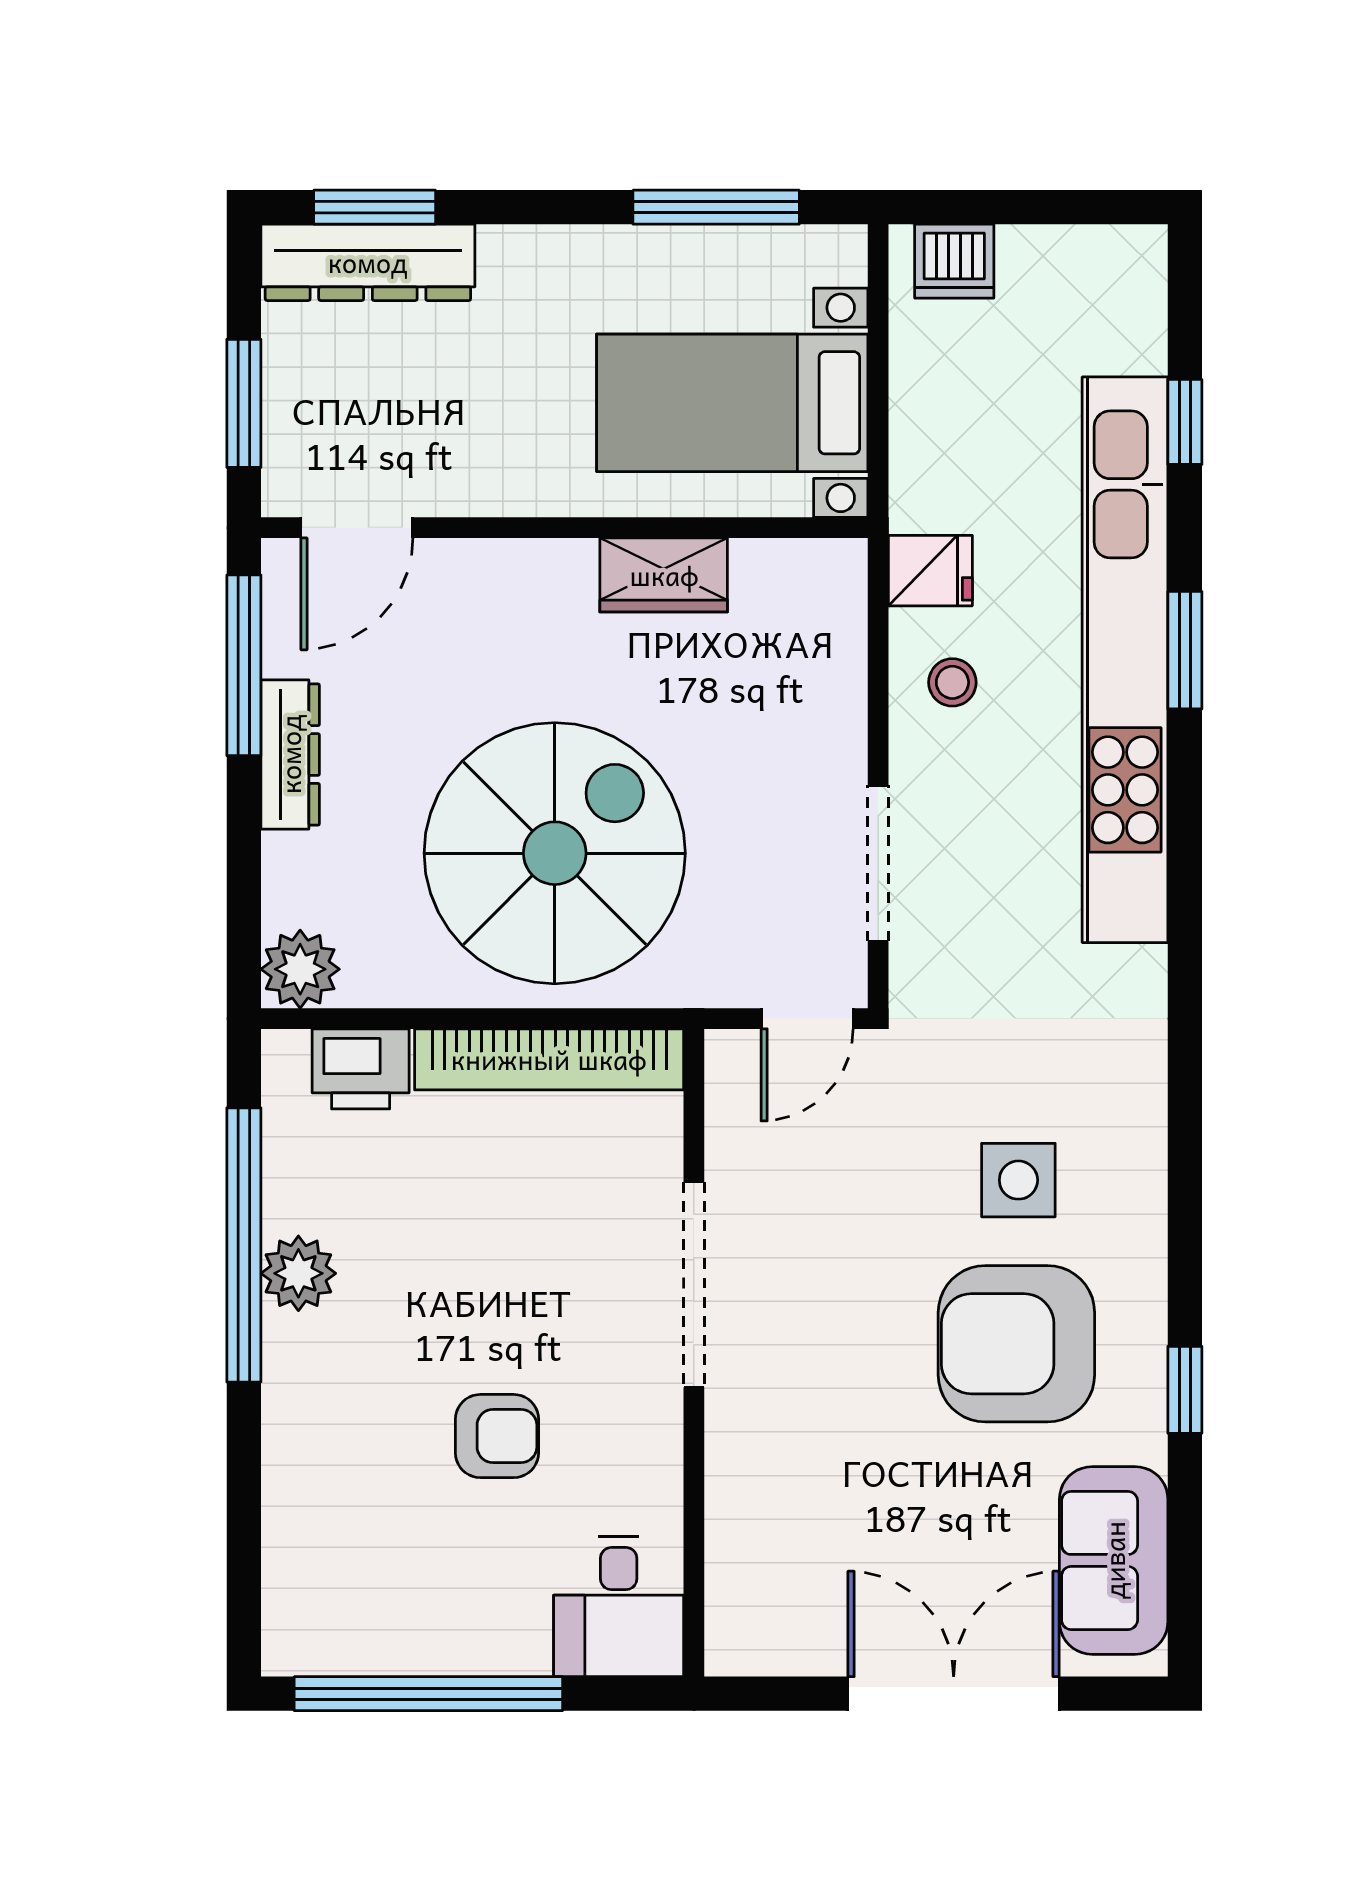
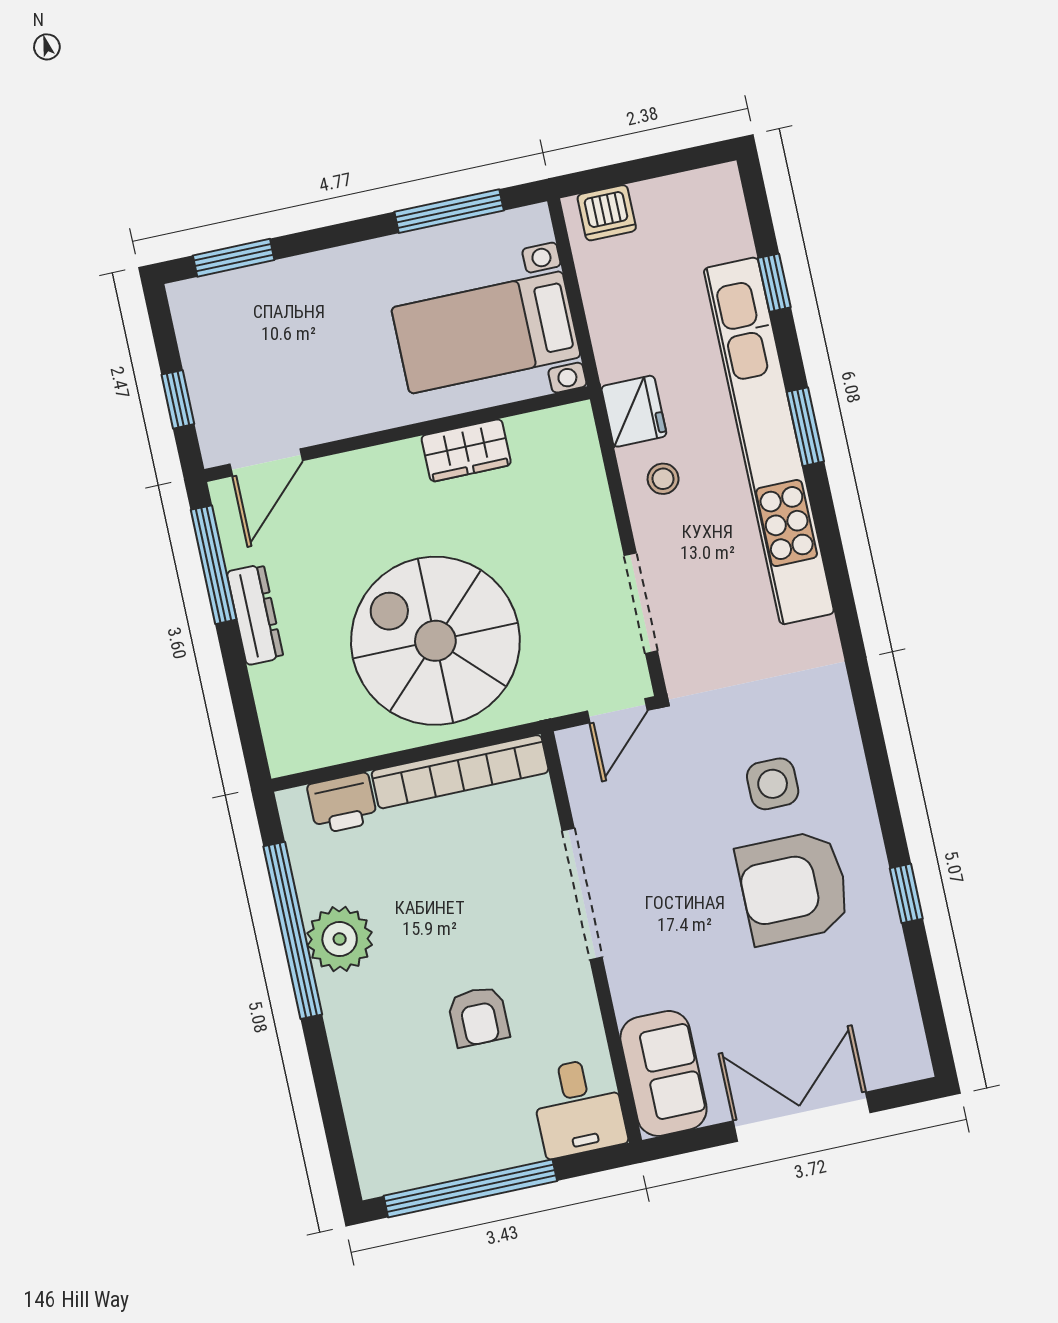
dresser: (368, 262) -> (237, 293), removed
window: (244, 403) -> (178, 399), width x0.67
fridge: (930, 571) -> (634, 411), width x1.38
spiral stairs: (555, 853) -> (435, 641), turned -90
plant: (300, 969) -> (291, 749), removed
plant: (298, 1273) -> (340, 939), width x1.36, depth x1.36
armchair: (497, 1436) -> (478, 1016), turned 90
sofa: (1114, 1560) -> (663, 1073), moved, turned 180

